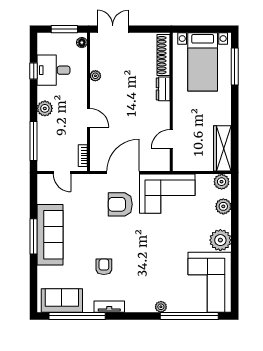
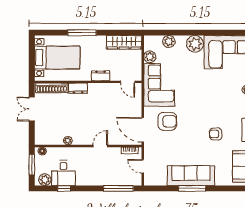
double door: (113, 29) -> (32, 109), moved
window: (235, 66) -> (82, 33), moved
plant: (45, 108) -> (45, 180), moved
dresser: (179, 118) -> (101, 76), added
door: (171, 139) -> (128, 82), moved
door: (62, 173) -> (143, 166), swing flipped
door: (123, 173) -> (143, 130), moved
plant: (222, 182) -> (150, 57), moved
armchair: (120, 204) -> (167, 121), turned -90

